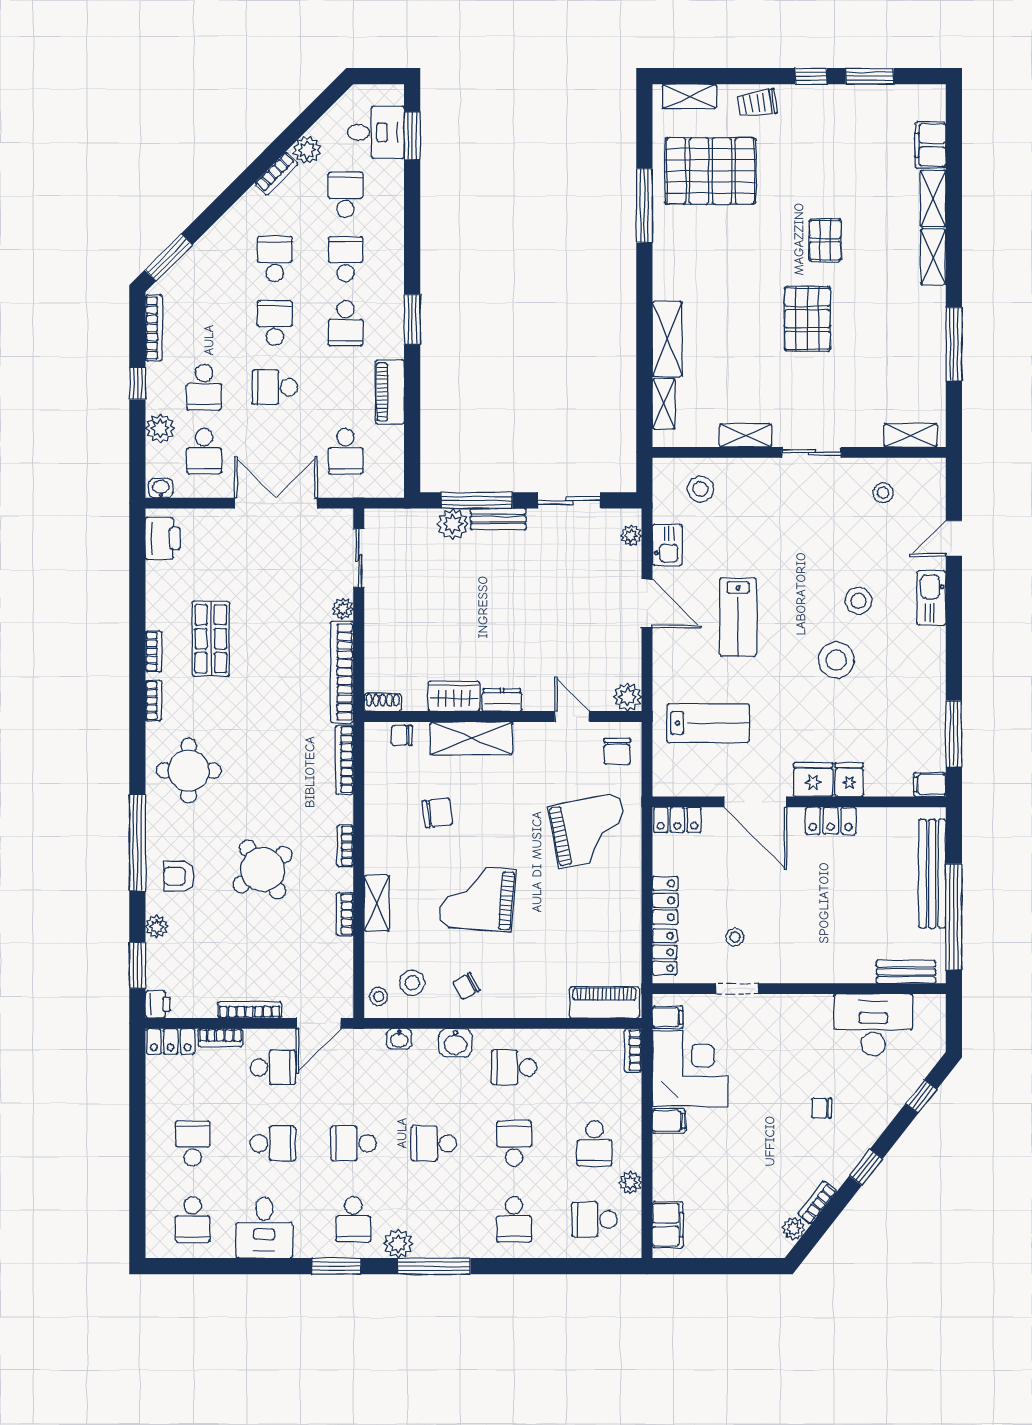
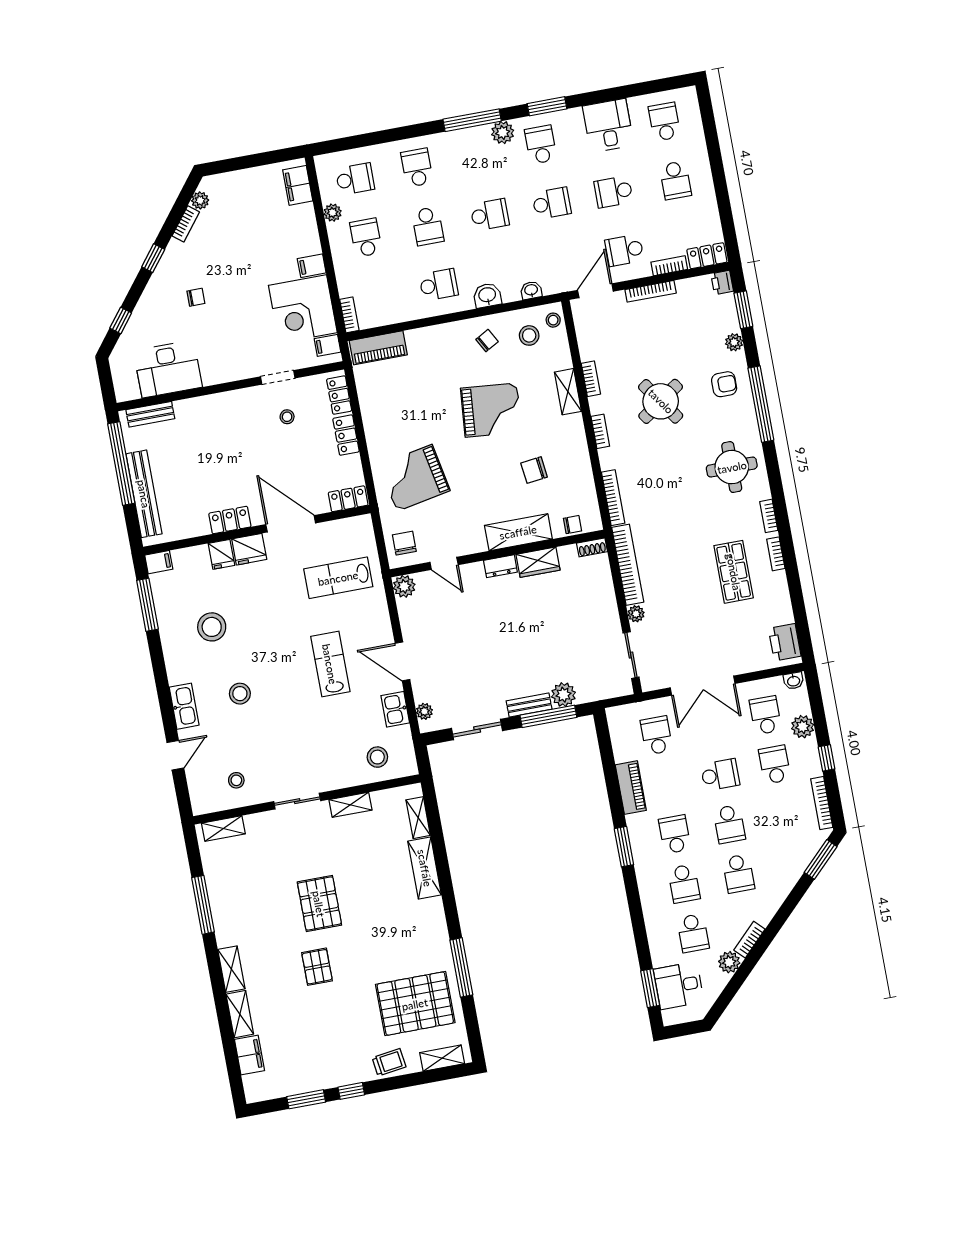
stool: (836, 660) -> (212, 627), moved

